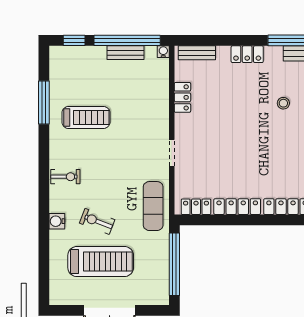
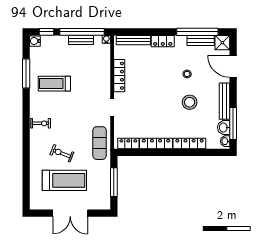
bench: (197, 53) -> (133, 40), width x1.36
locker: (182, 97) -> (119, 76), width x1.53
treadmill: (86, 117) -> (54, 84), turned 180
stool: (287, 145) -> (190, 102), added
water cooler: (57, 221) -> (35, 41), moved
window: (174, 264) -> (114, 182), width x0.68

